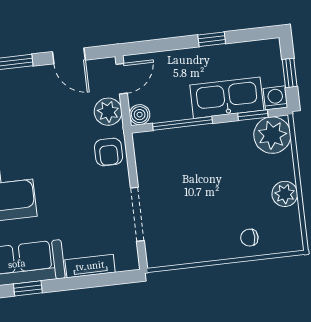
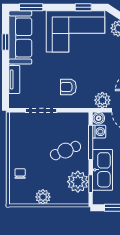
washing machine: (275, 98) -> (99, 132), moved
plant: (272, 135) -> (78, 182), moved
armchair: (109, 152) -> (68, 87), moved
cafe table: (201, 165) -> (65, 151), added

